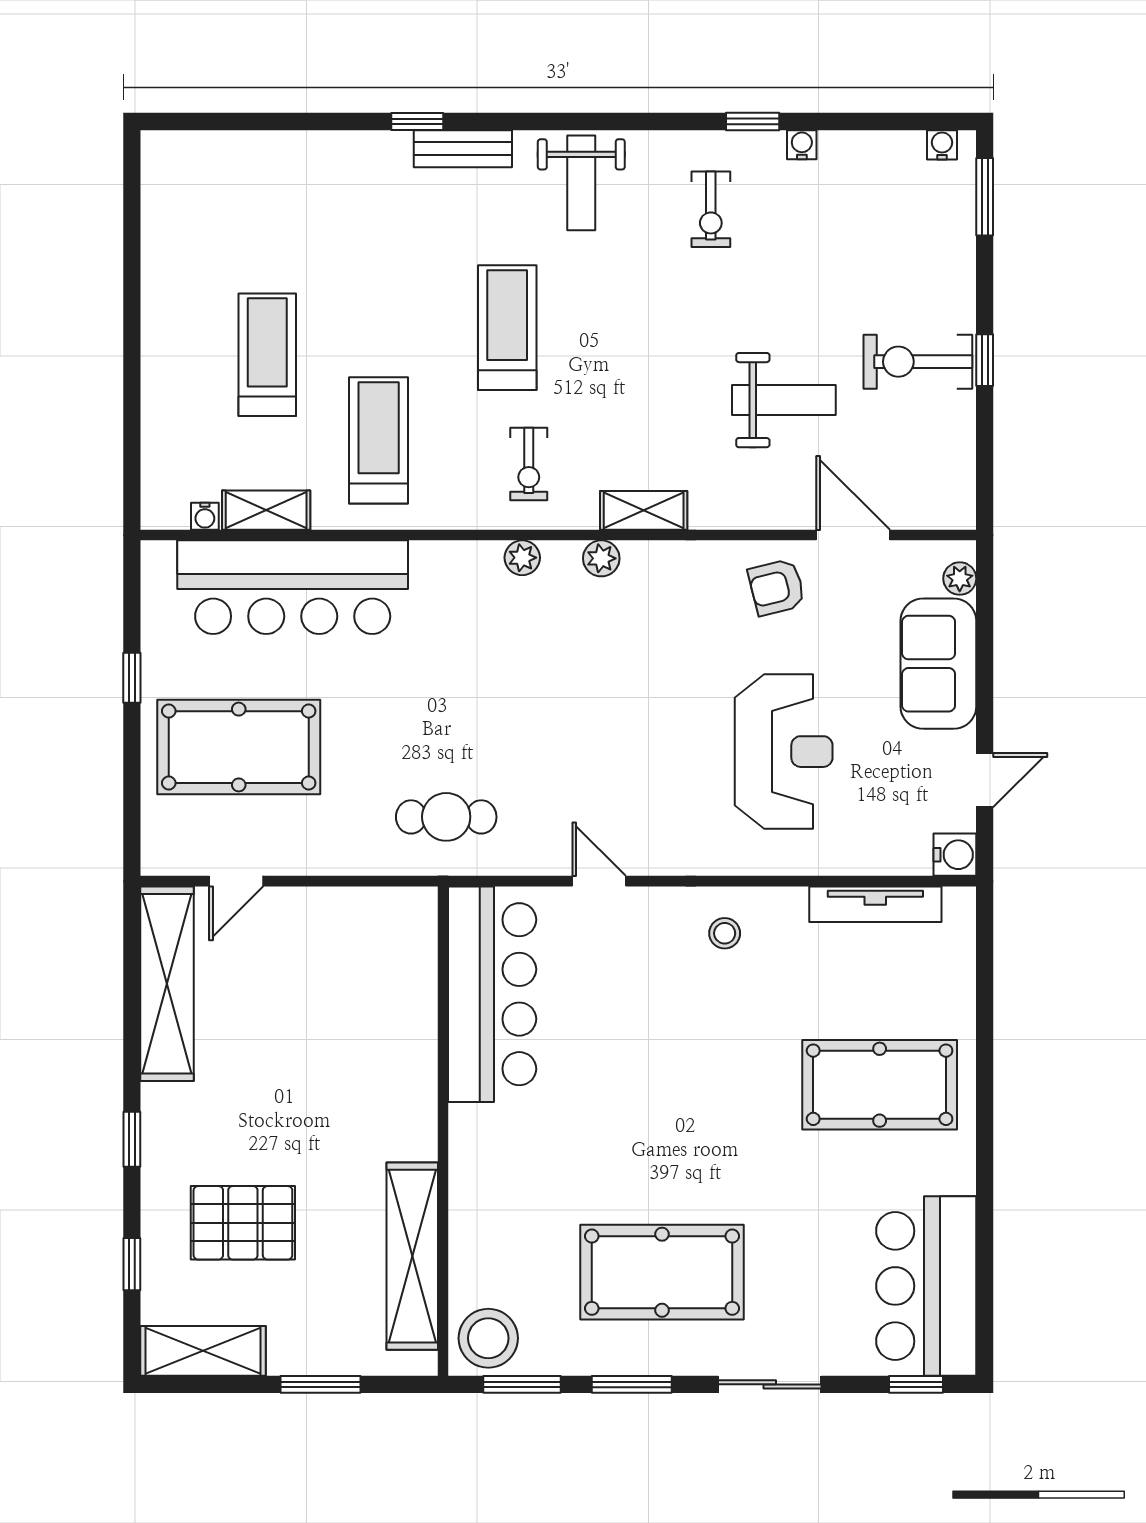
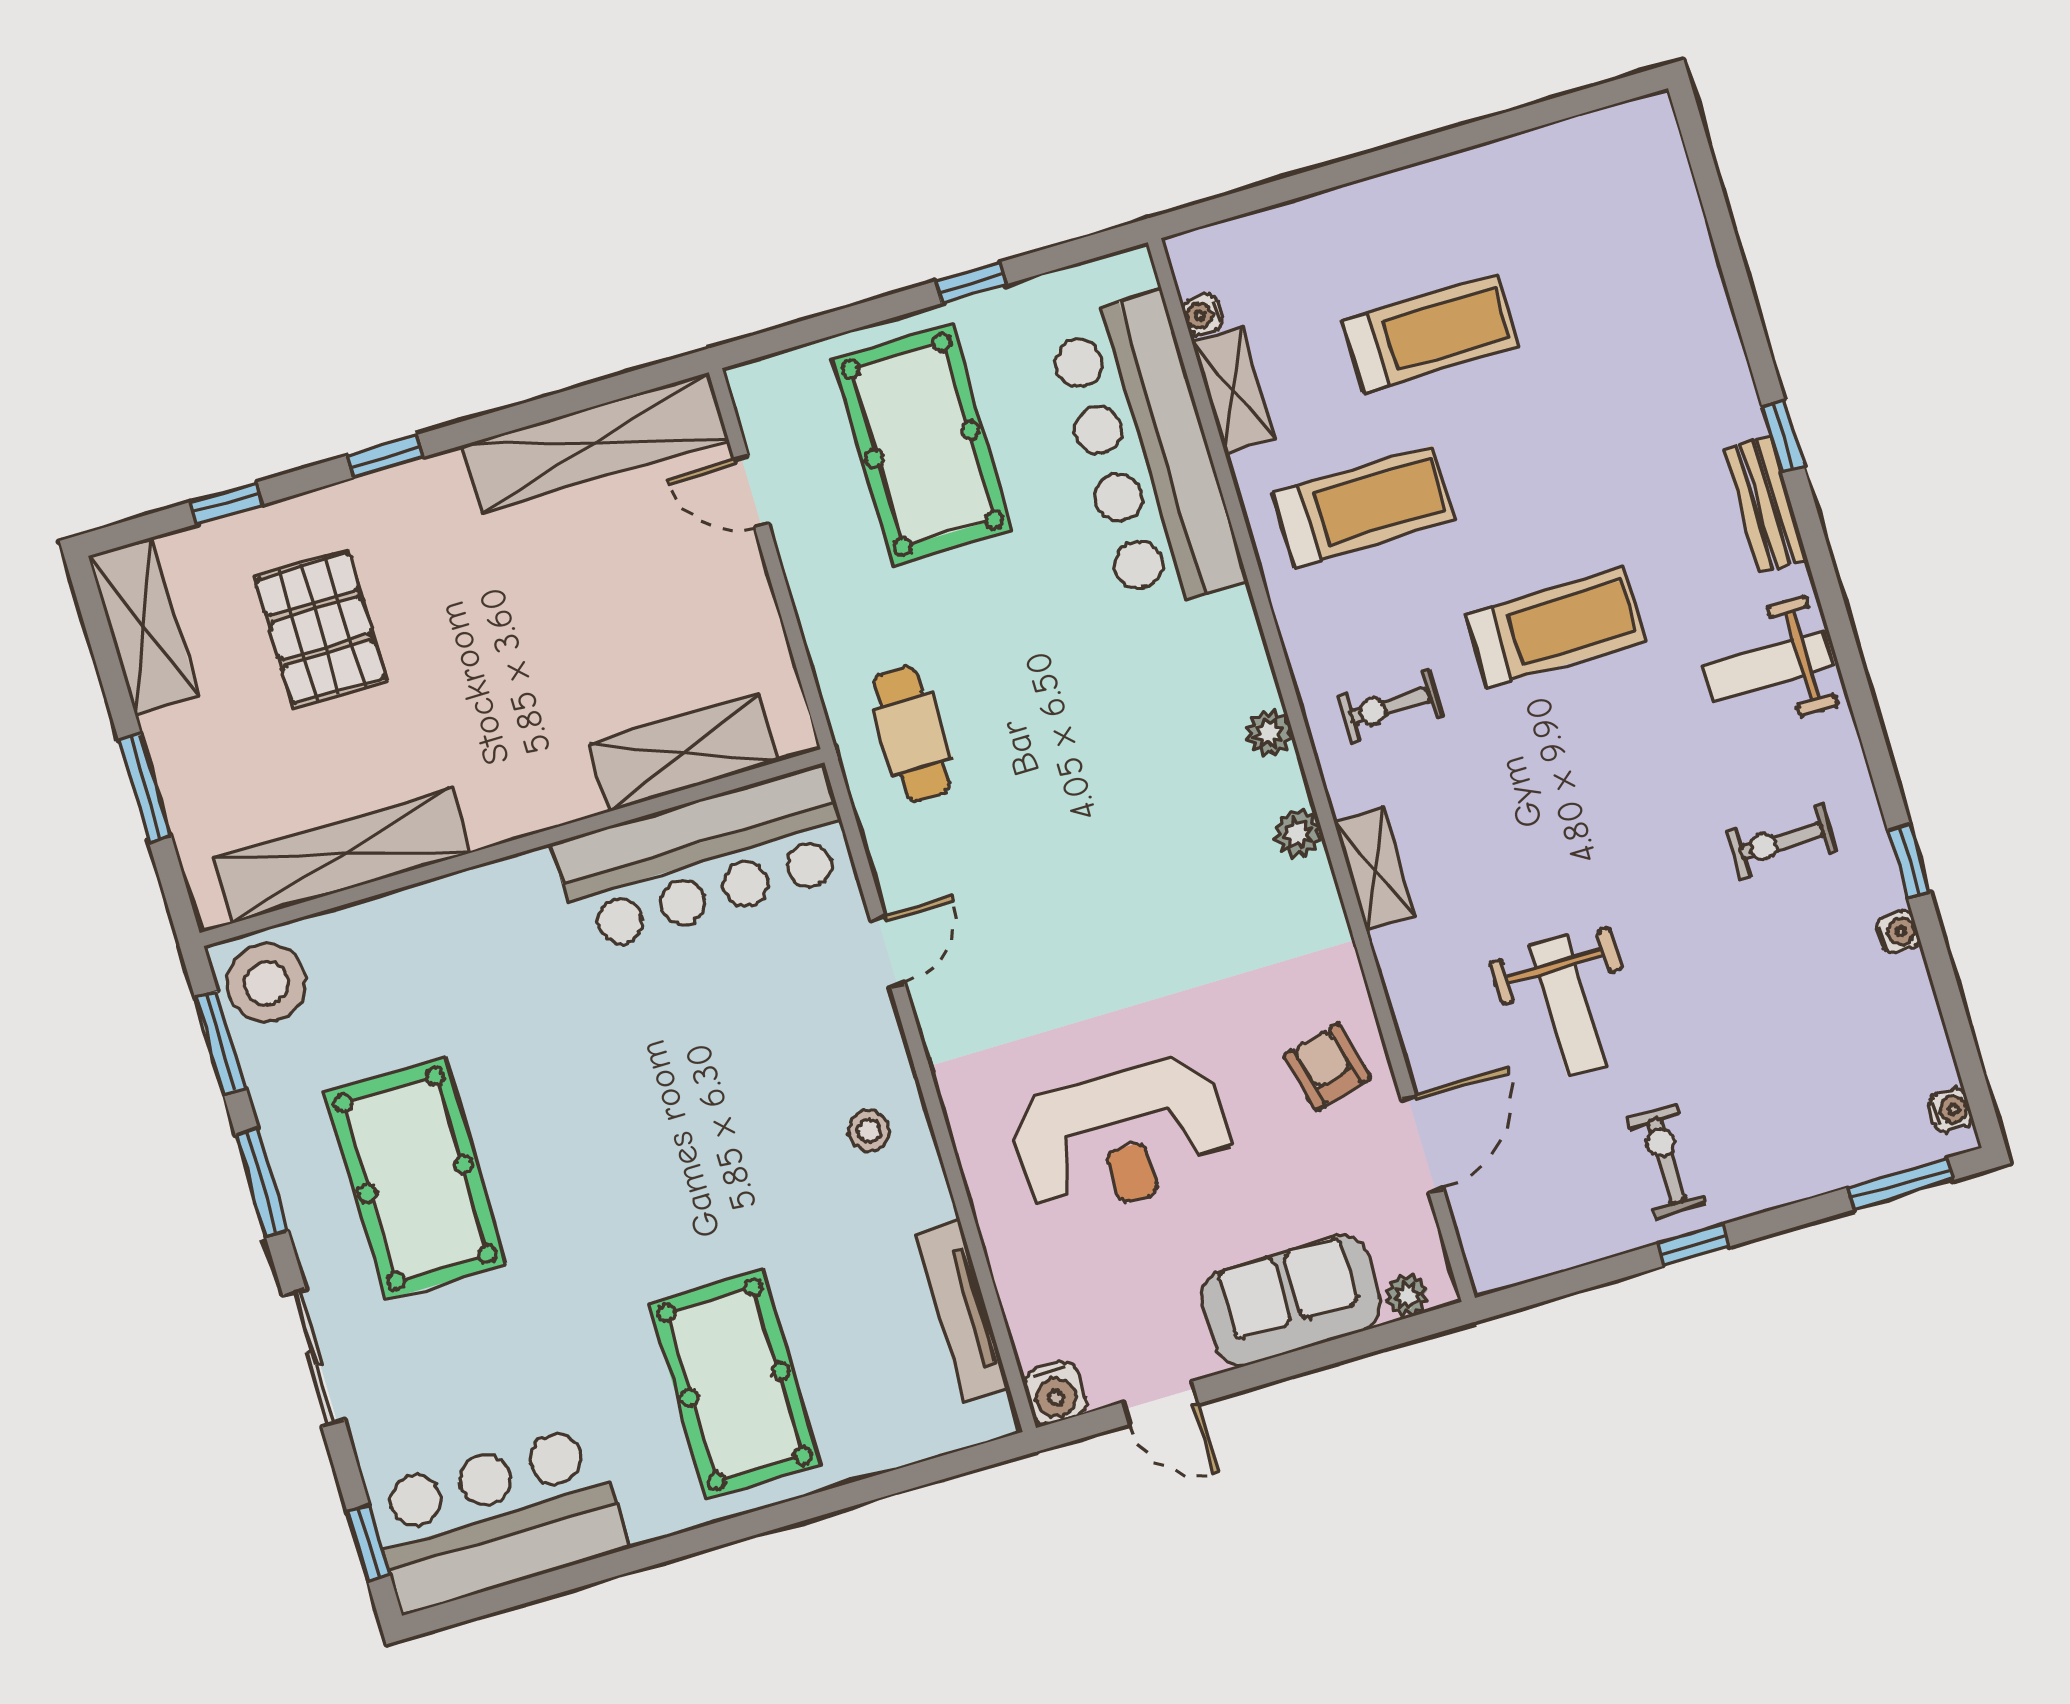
exercise bike: (918, 362) -> (1666, 1161), width x0.73, depth x0.72
shelving: (411, 986) -> (684, 753), added

